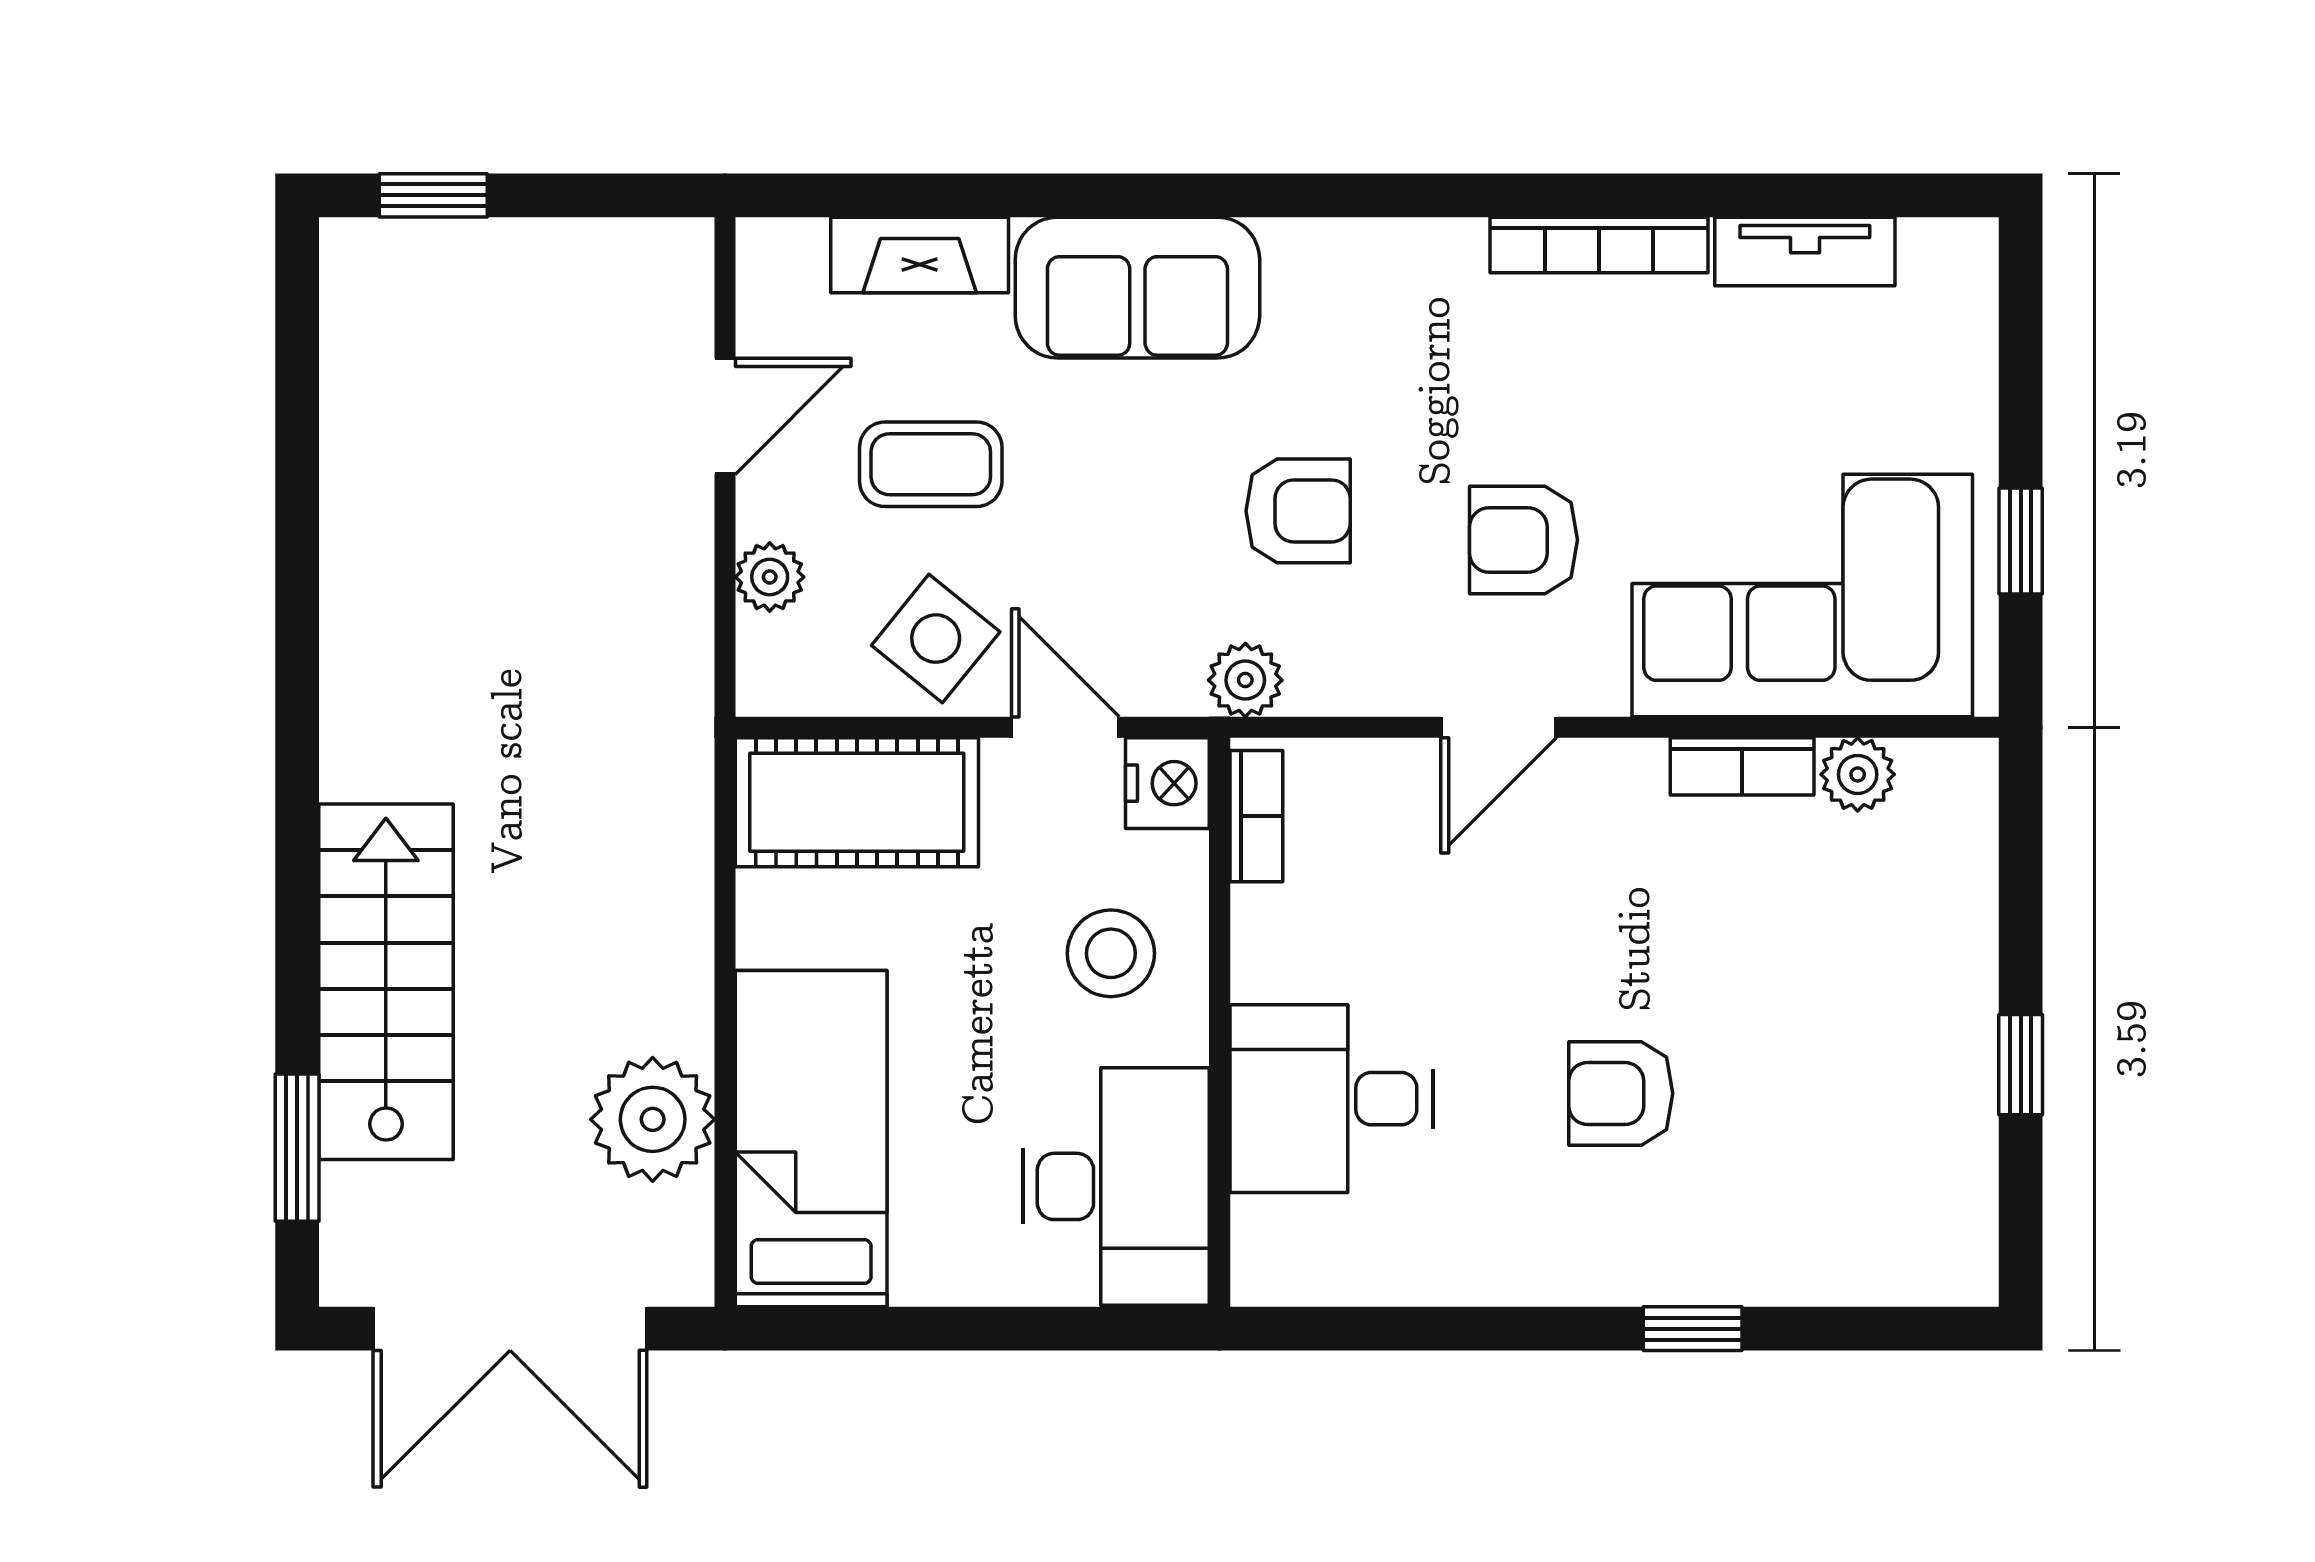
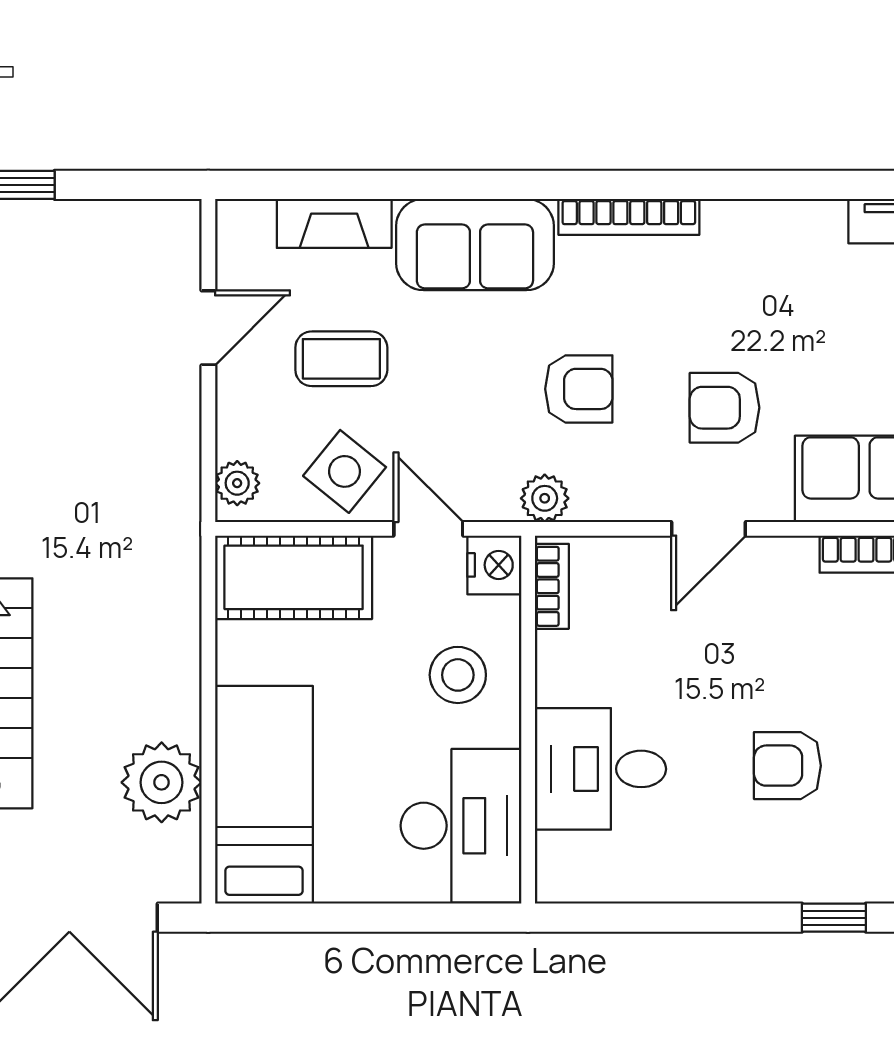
bookcase: (1599, 245) -> (629, 217), moved
plant: (770, 577) -> (237, 483), moved

